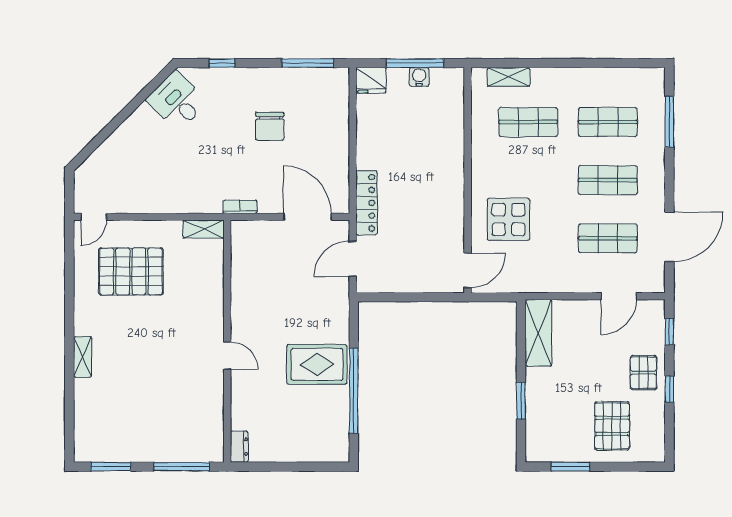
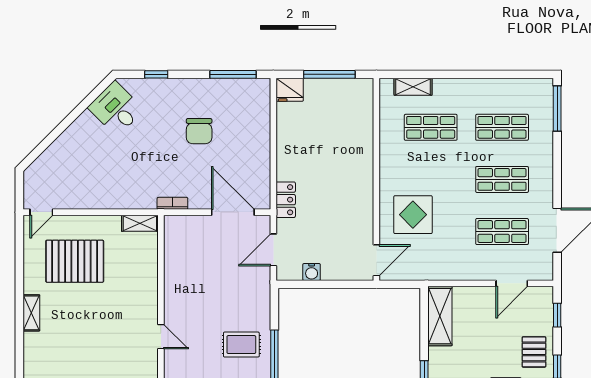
water cooler: (419, 77) -> (312, 272), moved, turned 180
window: (669, 122) -> (557, 108), moved
locker: (366, 203) -> (286, 200), width x0.66
shelving: (83, 357) -> (31, 313), moved
rug: (317, 364) -> (241, 345), width x0.73, depth x0.70

